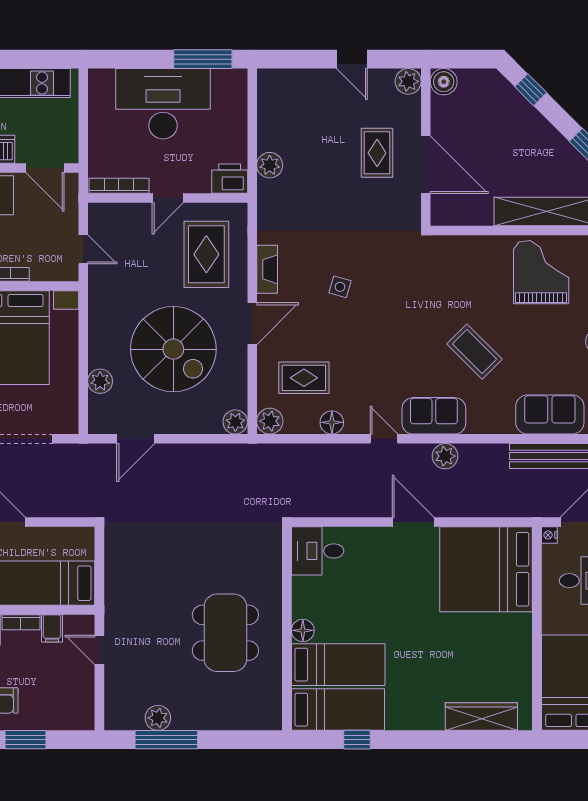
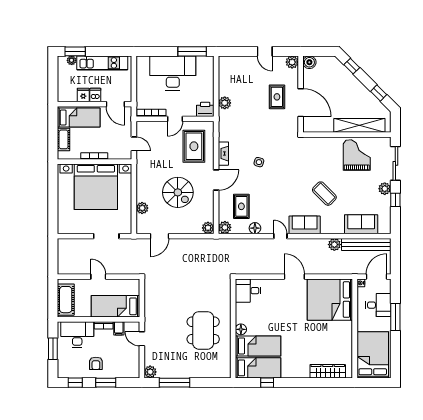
spiral stairs: (173, 349) -> (178, 192), width x0.73, depth x0.73
rug: (304, 378) -> (241, 206), turned 90
plant: (445, 456) -> (334, 245), moved
plant: (158, 718) -> (150, 372), moved

